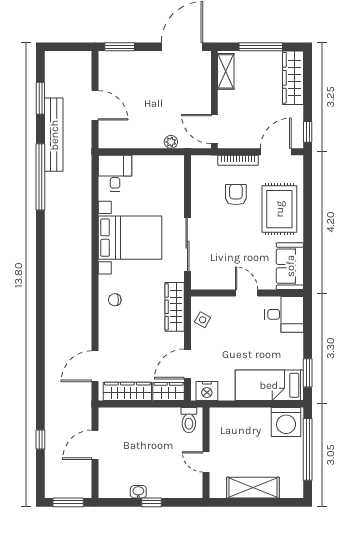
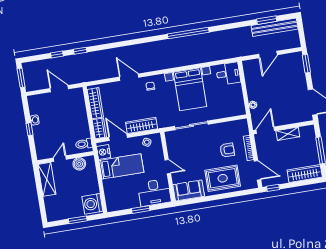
shelving: (226, 71) -> (288, 134), moved
bench: (54, 135) -> (275, 27), moved
window: (40, 177) -> (188, 33), moved
door: (247, 293) -> (168, 167), hinge flipped
wardrobe: (175, 307) -> (142, 125), moved
desk: (284, 314) -> (154, 192), width x1.37
door: (95, 366) -> (129, 77), moved
window: (308, 373) -> (141, 210), moved
bed: (269, 385) -> (121, 166), moved, turned 90
window: (40, 402) -> (80, 51), added
boiler: (219, 432) -> (79, 164), added
window: (308, 449) -> (78, 220), width x0.47
shelving: (253, 488) -> (47, 179), moved

